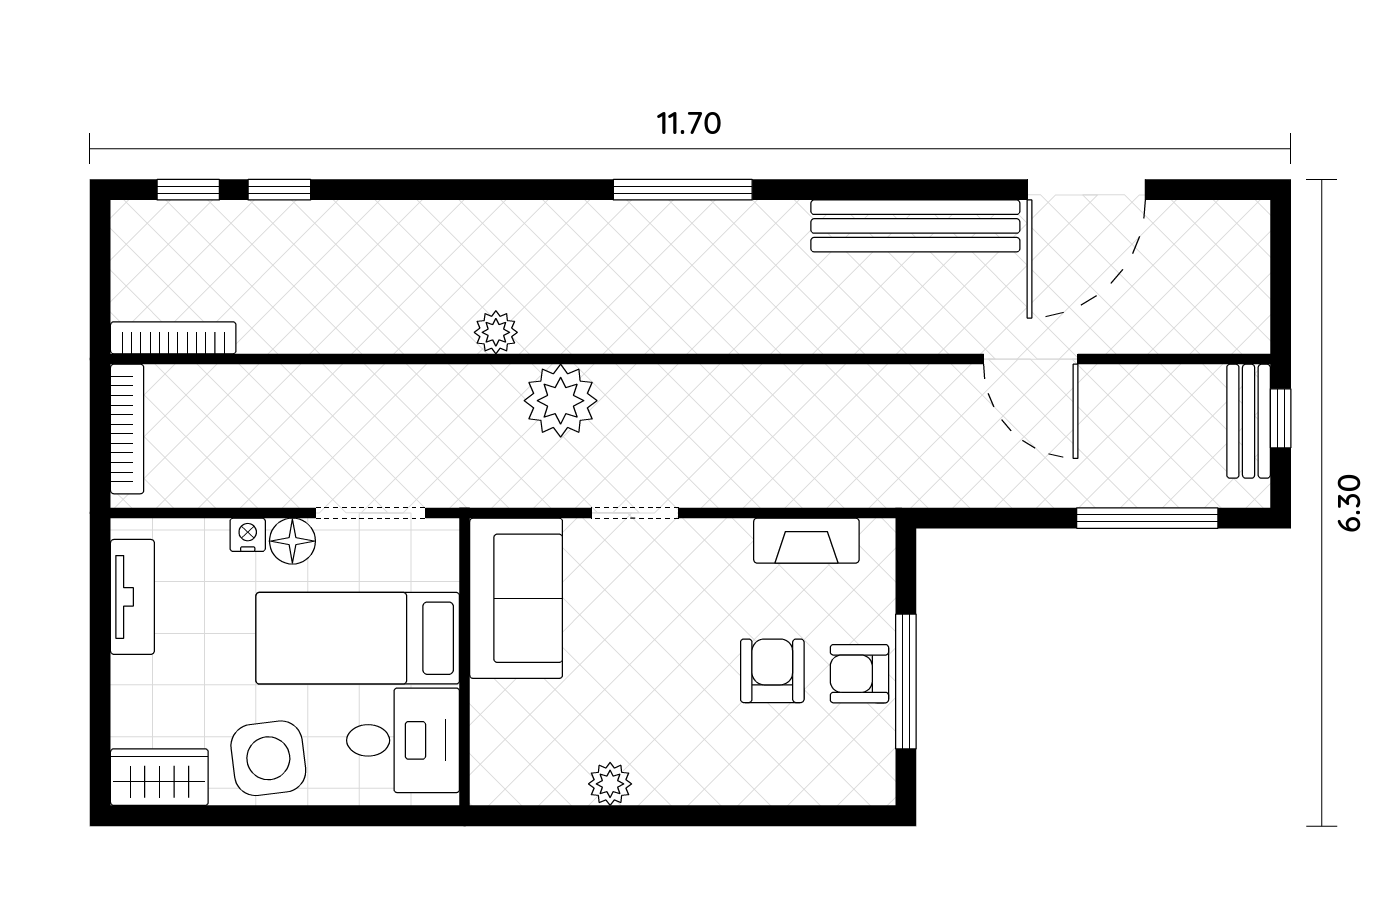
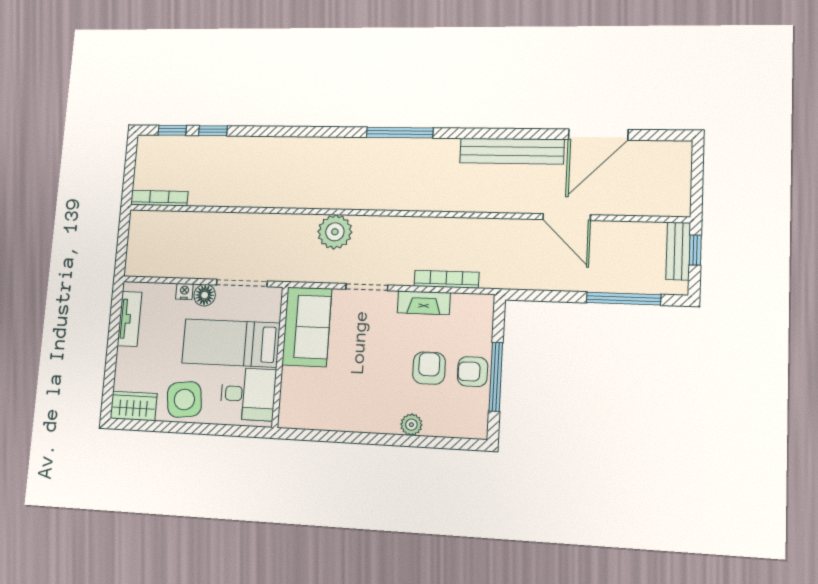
plant: (496, 332) -> (307, 199), removed
bookcase: (127, 429) -> (446, 279), moved, turned -90
fireplace: (806, 541) -> (424, 303), moved
plant: (610, 784) -> (411, 425), moved

